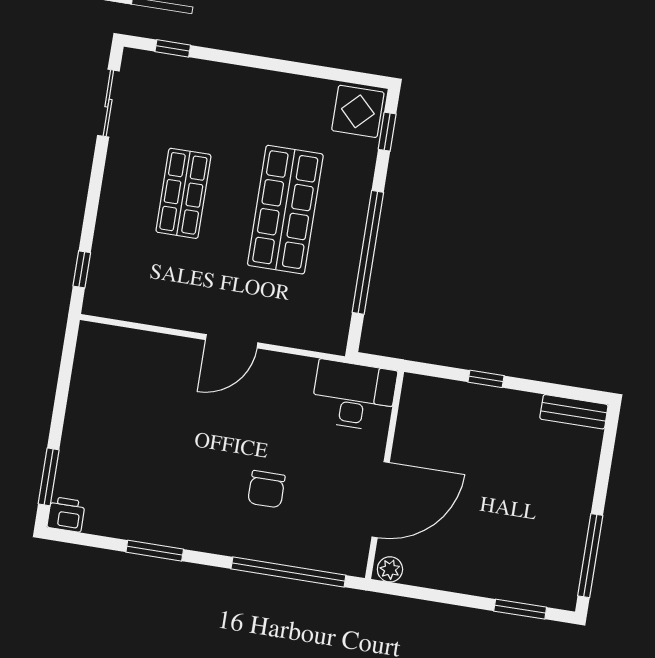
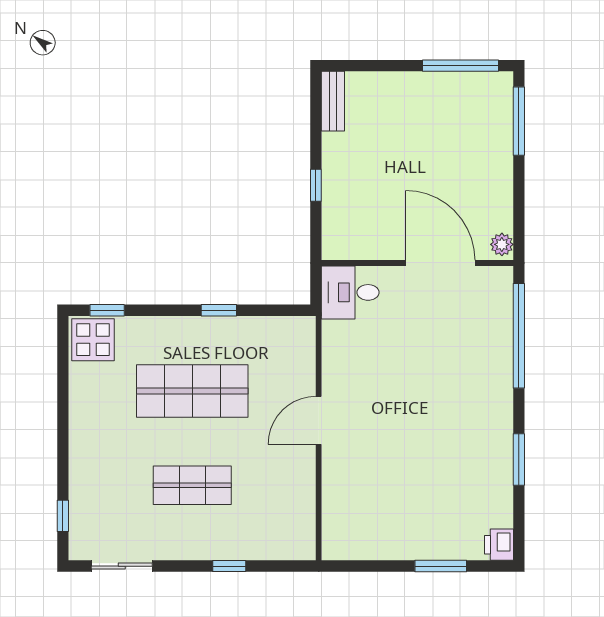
window: (368, 252) -> (219, 310), width x0.32
window: (82, 269) -> (229, 566), moved
door: (232, 341) -> (319, 420), swing flipped
desk: (354, 396) -> (350, 292), width x0.73
window: (49, 477) -> (441, 566), moved
chair: (266, 489) -> (447, 368), removed
window: (520, 609) -> (519, 121), width x1.44

